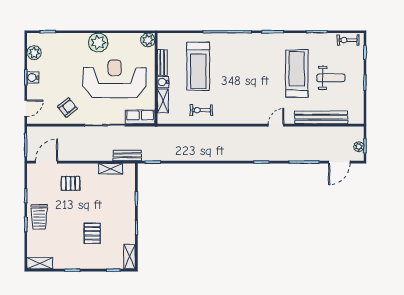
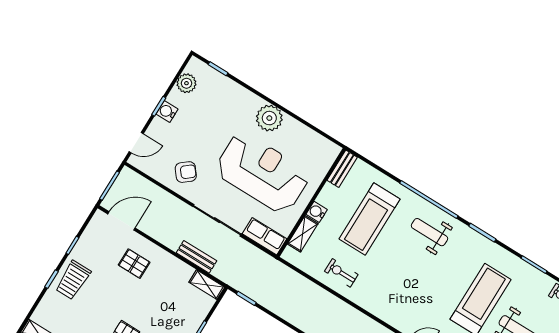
plant: (148, 40) -> (330, 151), removed
weight bench: (240, 52) -> (429, 232), added
bench: (162, 62) -> (342, 169), moved
bench: (127, 155) -> (196, 257), moved
shelving: (111, 169) -> (207, 285), moved

